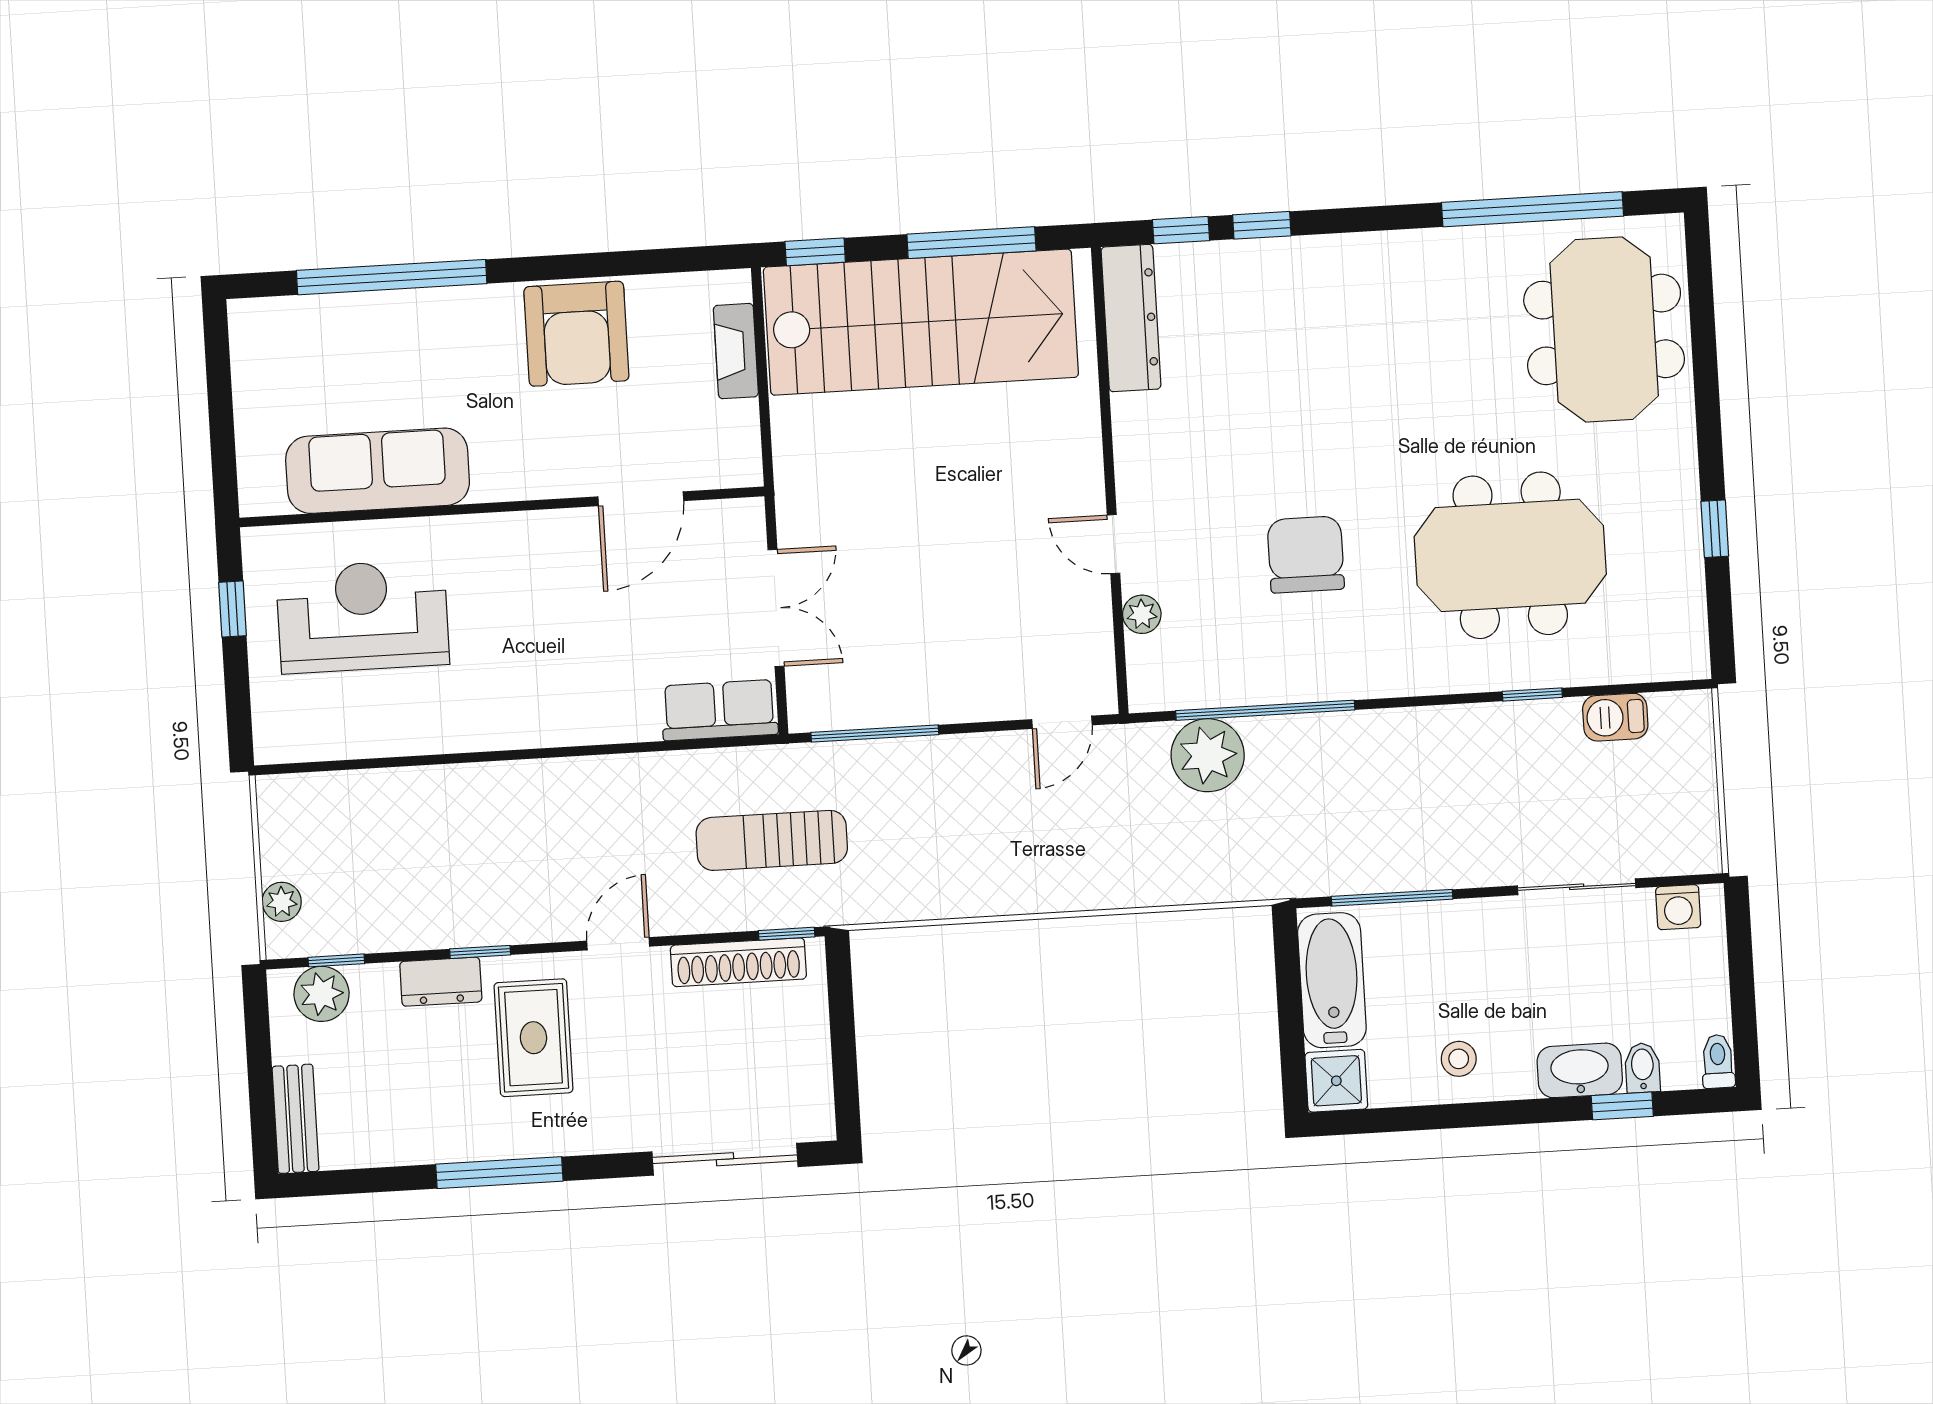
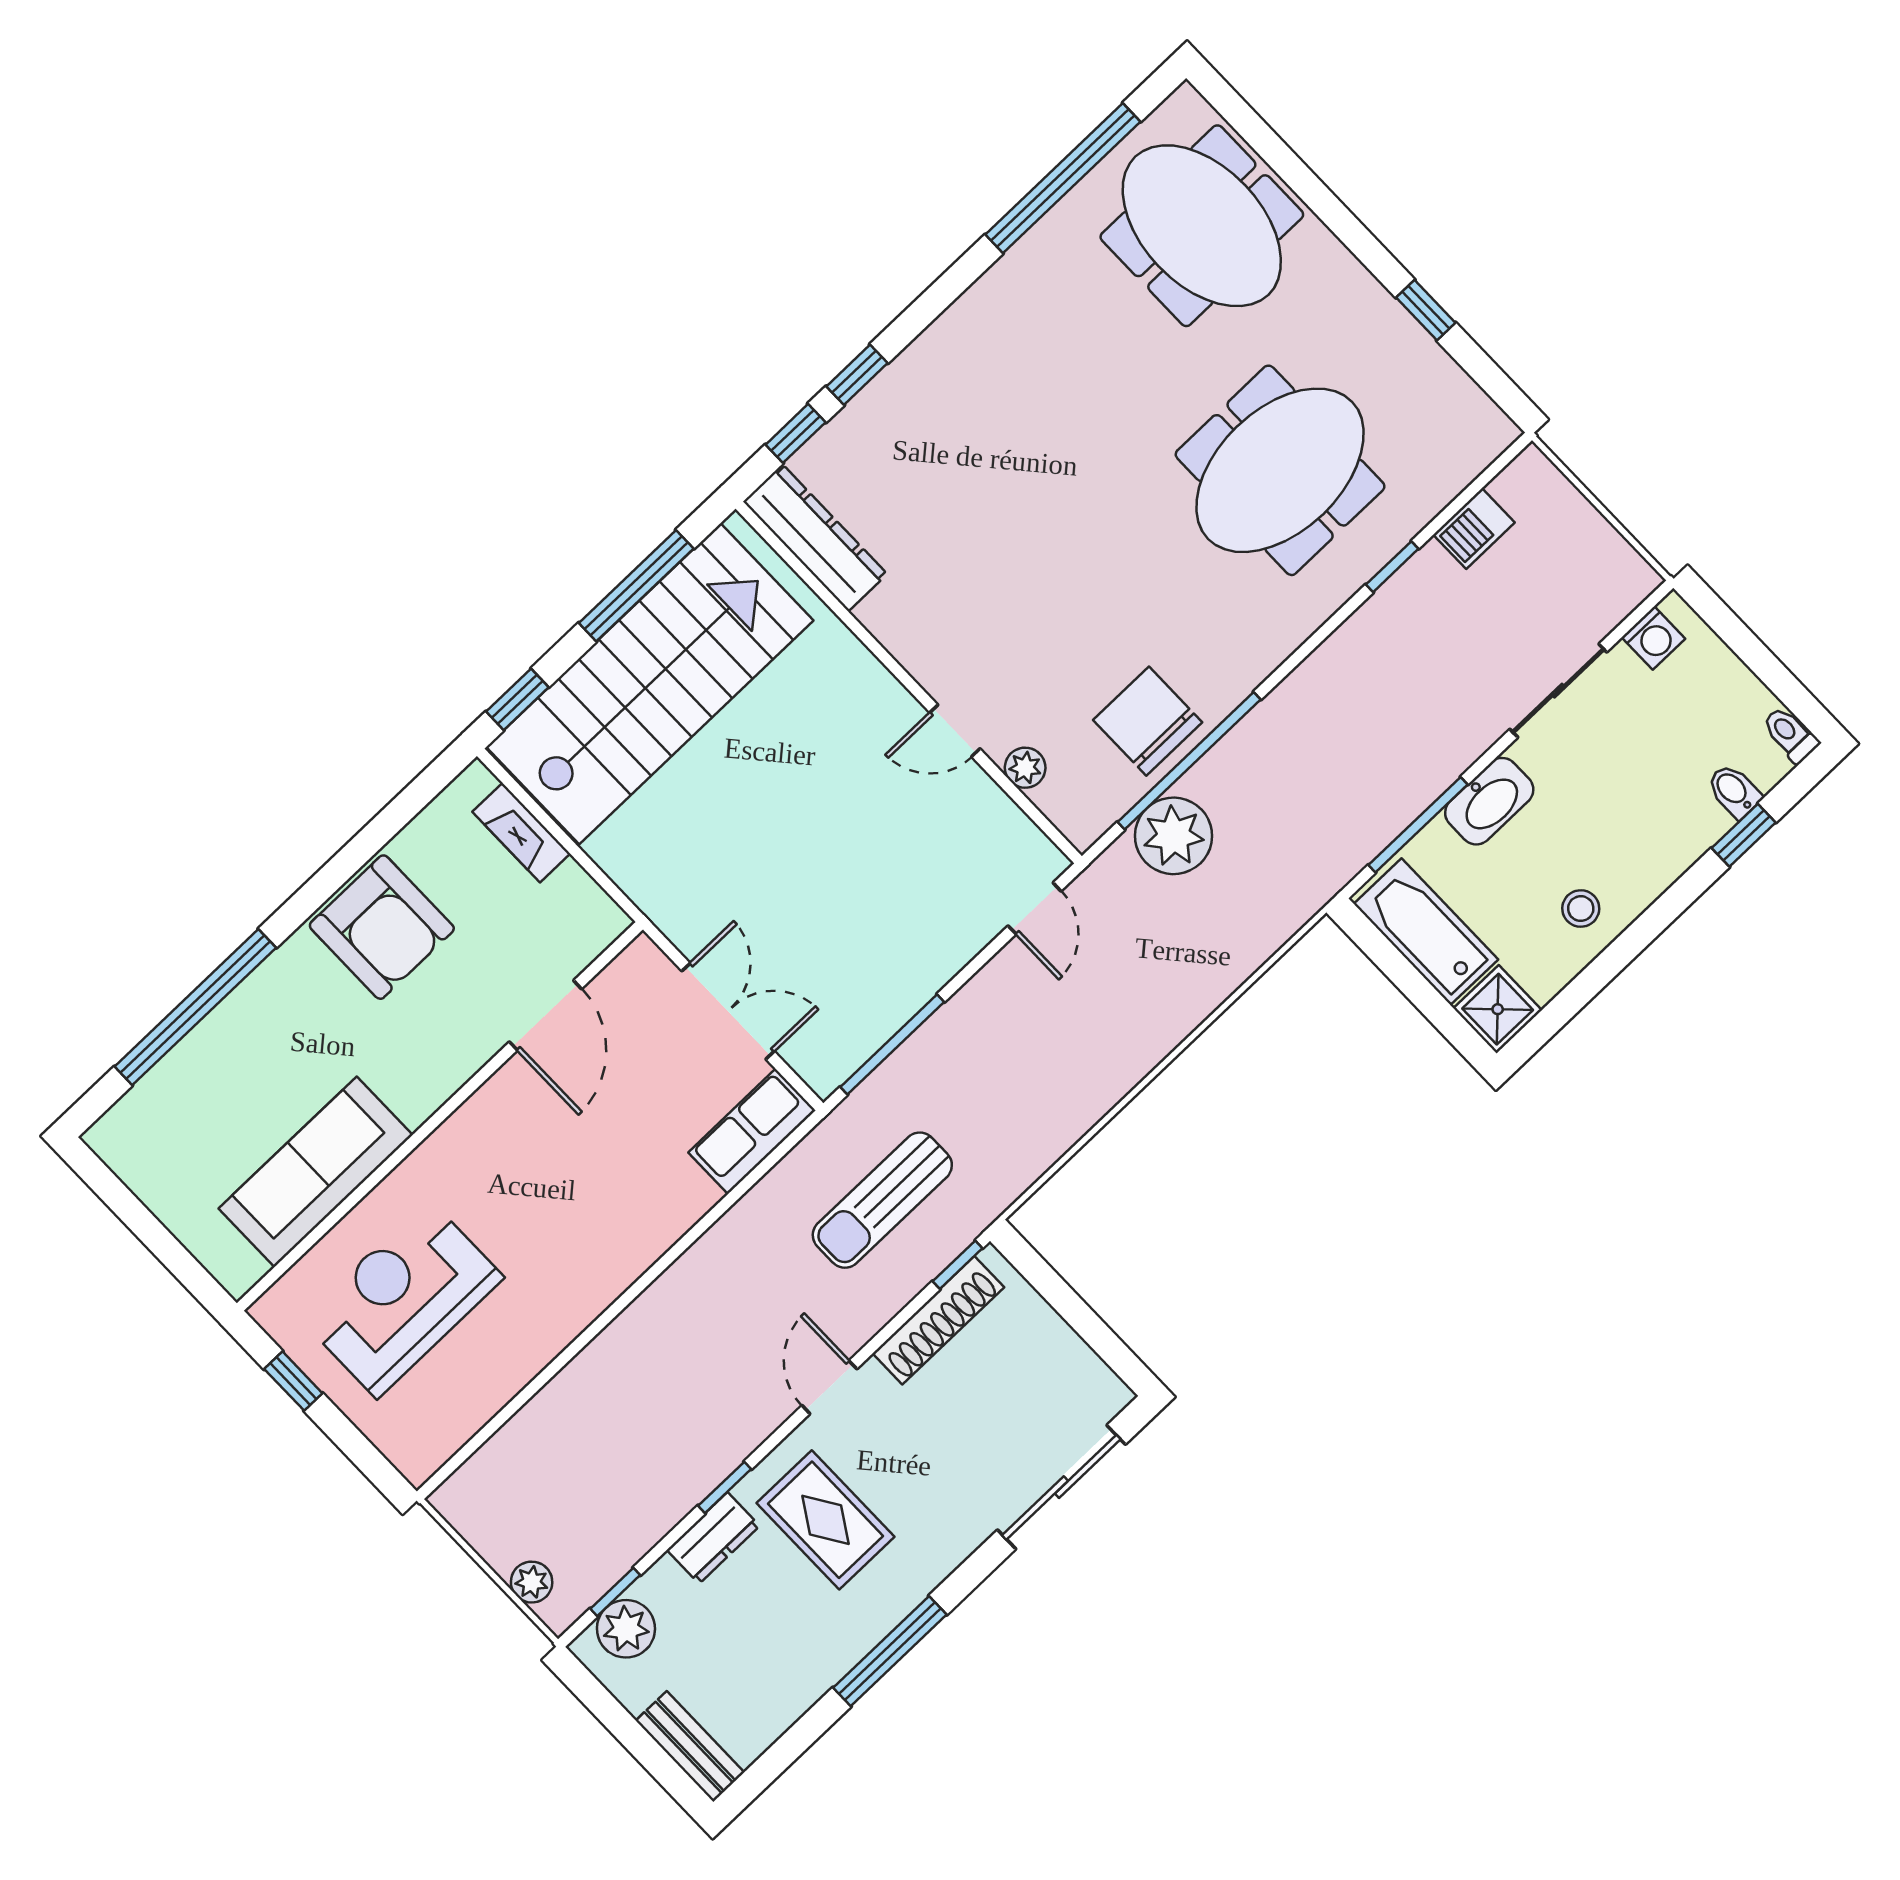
chair: (1306, 555) -> (1148, 721), moved
washbasin: (1580, 1070) -> (1489, 801), moved, turned 180

